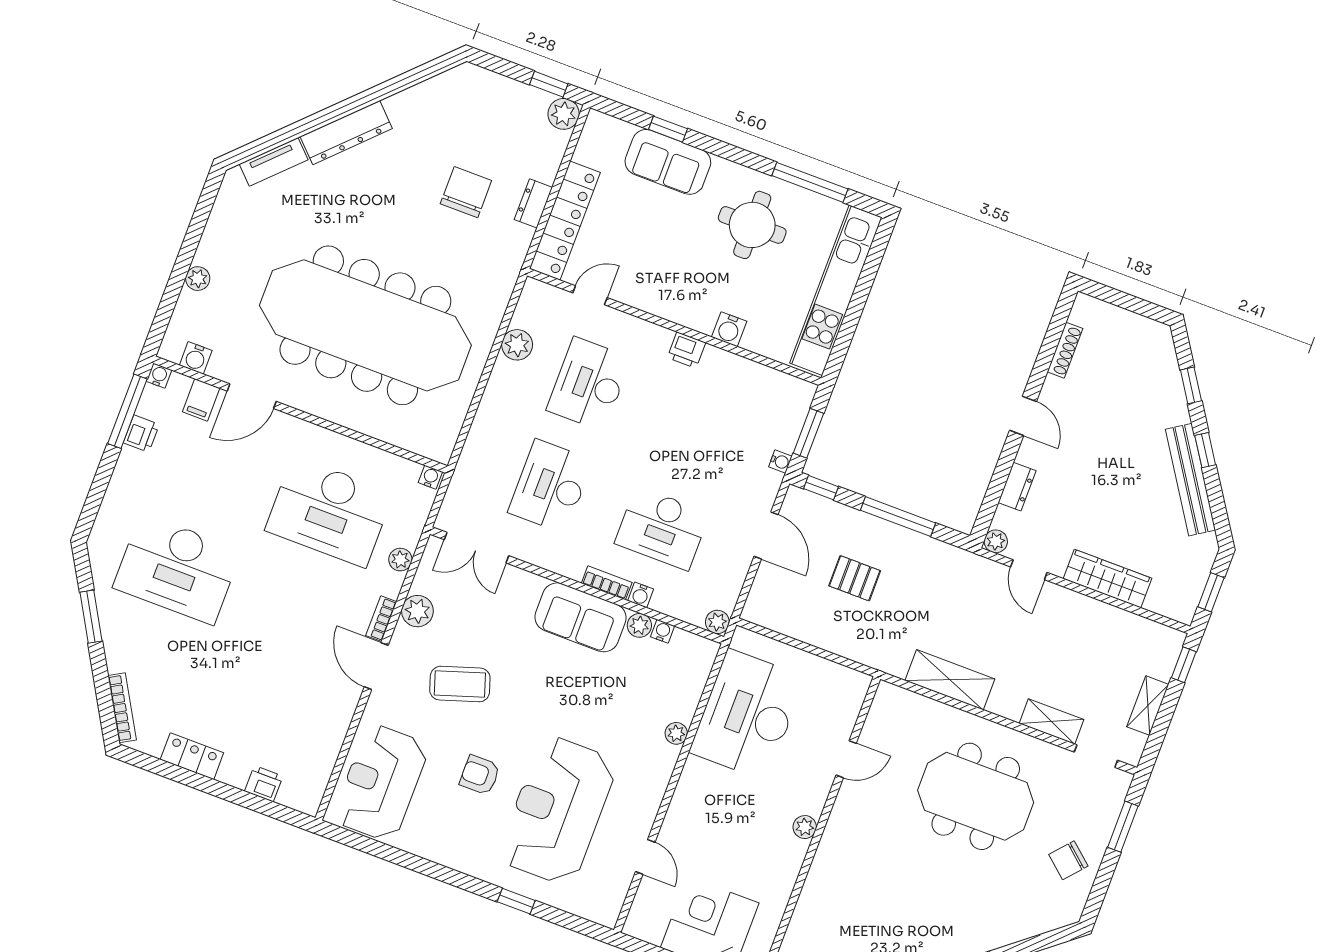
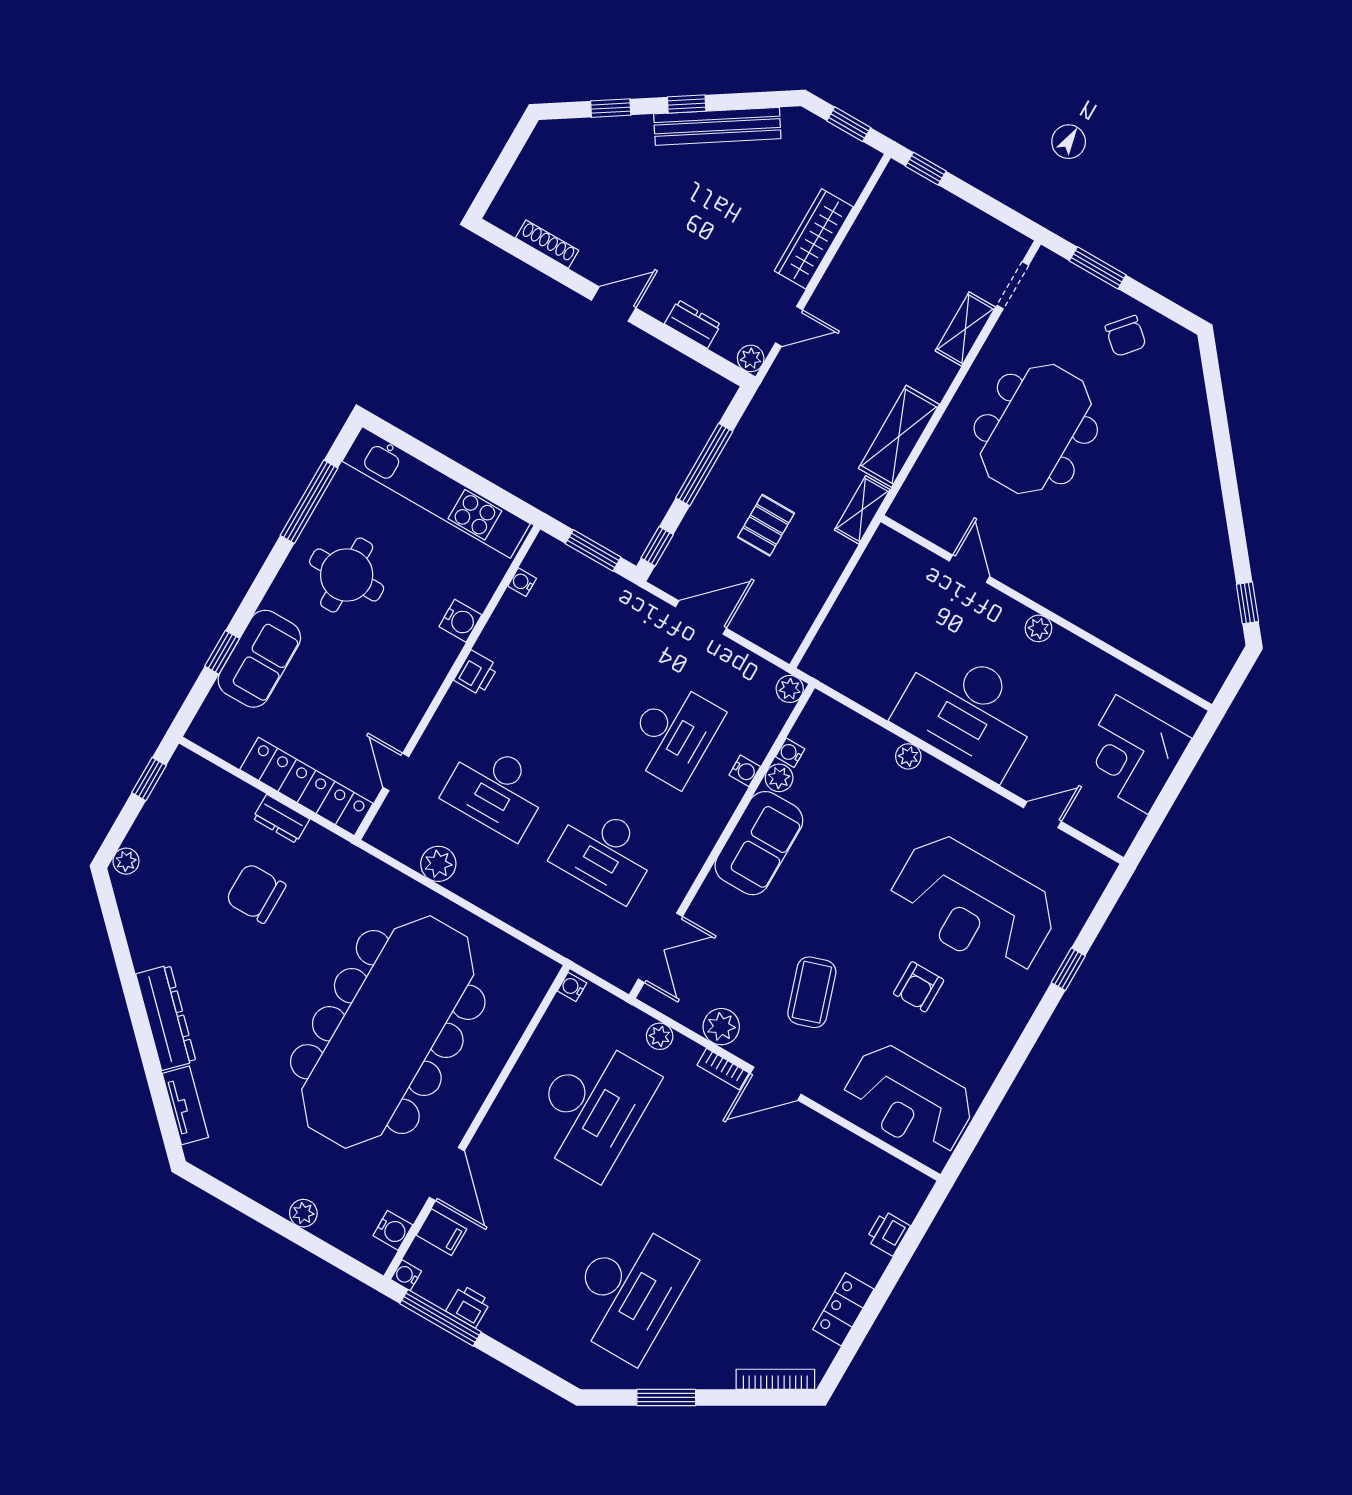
plant: (564, 114) -> (126, 861), moved, width x0.73, depth x0.73
water cooler: (780, 461) -> (522, 582), moved, turned -90
bookcase: (607, 583) -> (725, 807), removed
shelving: (1148, 706) -> (862, 510), moved, turned 90
desk: (747, 715) -> (968, 711), moved

